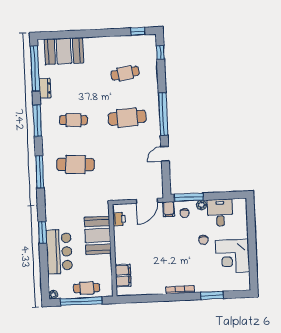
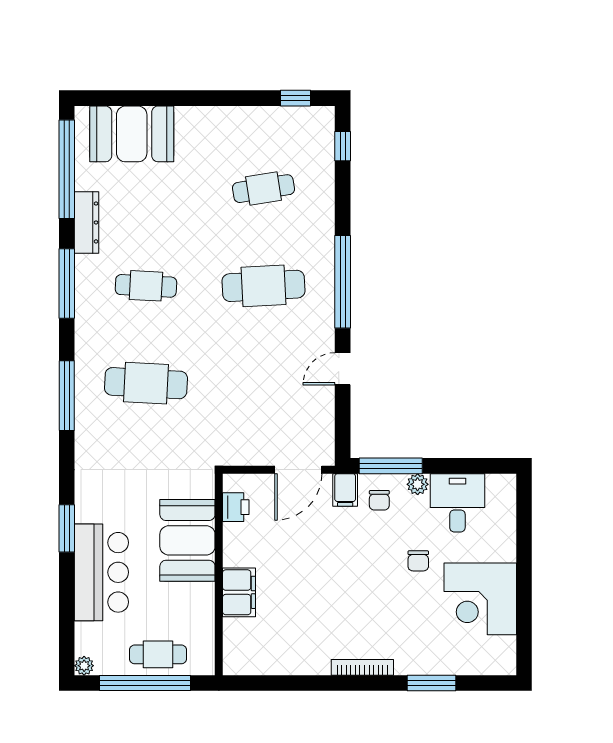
dresser: (45, 88) -> (87, 222), width x1.44
filing cabinet: (123, 276) -> (239, 592), moved

